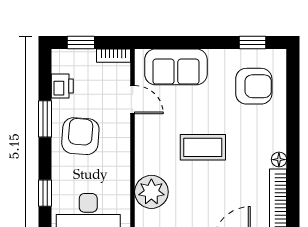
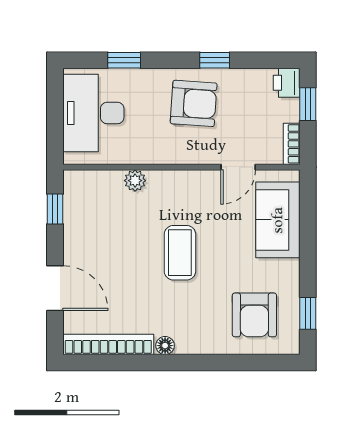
printer: (62, 86) -> (287, 83), moved, turned 90
window: (45, 119) -> (215, 60), width x0.67
plant: (151, 192) -> (135, 181), width x0.53, depth x0.53

